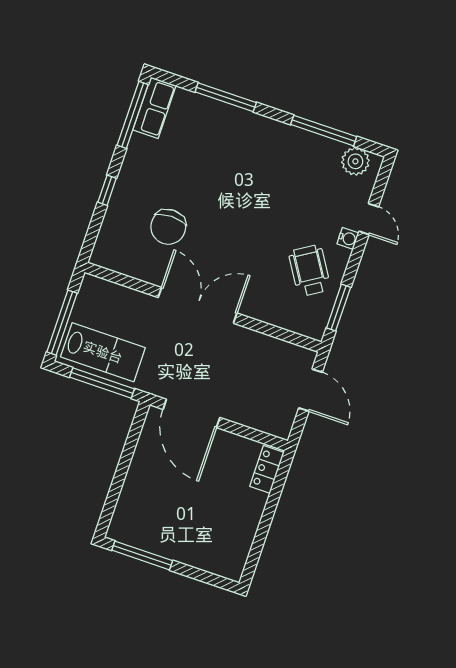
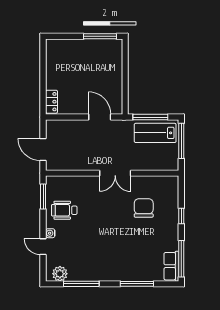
wheelchair: (310, 271) -> (64, 210), turned 122
double door: (198, 305) -> (115, 173), width x0.73
door: (191, 413) -> (100, 117), width x0.73

